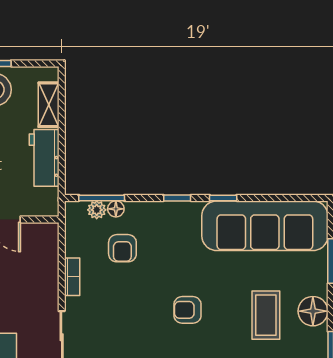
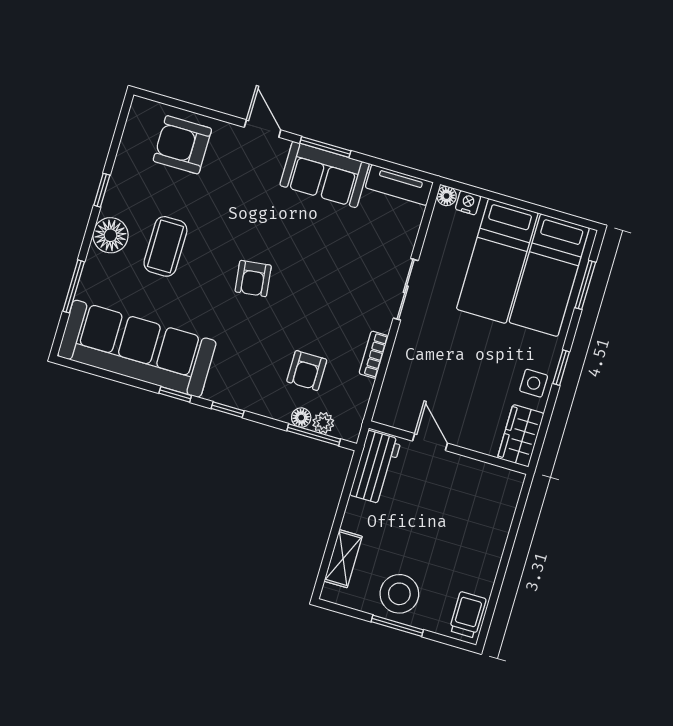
workbench: (44, 158) -> (375, 467), moved
armchair: (122, 248) -> (307, 371), turned 180
armchair: (187, 310) -> (253, 279), turned 83

